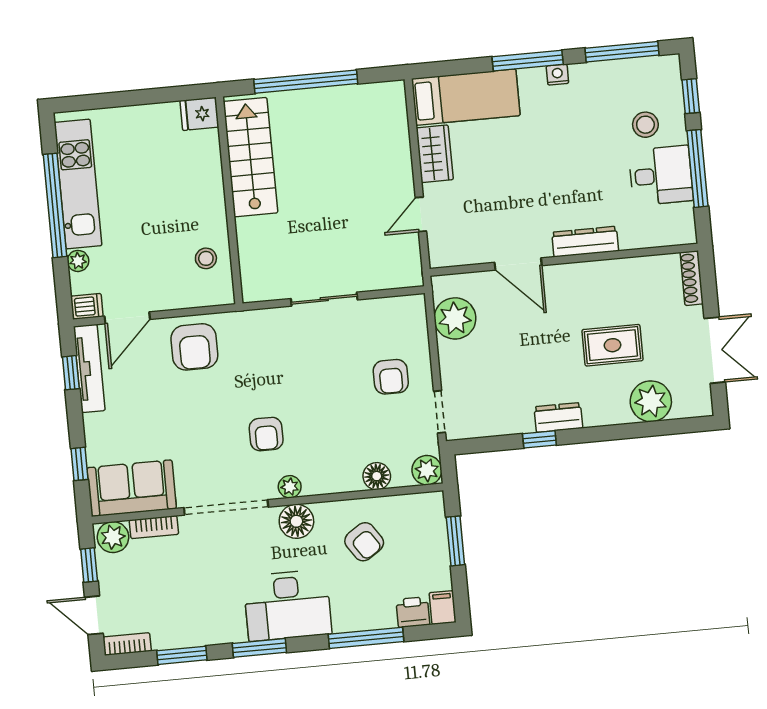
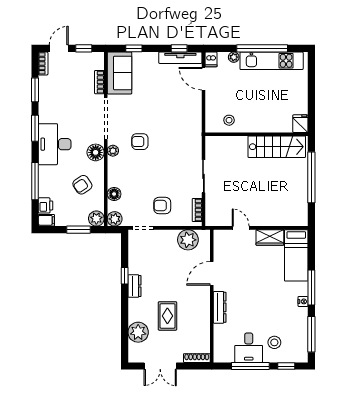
bookcase: (393, 306) -> (197, 210), added
armchair: (194, 347) -> (186, 110), removed
plant: (113, 537) -> (96, 219), moved

